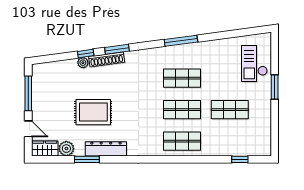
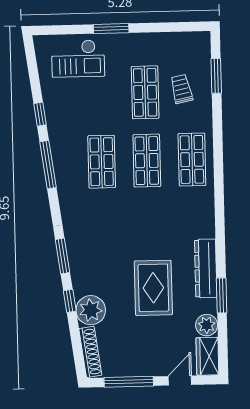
window: (216, 36) -> (40, 114), added
shoe rack: (107, 59) -> (90, 352), moved
plant: (83, 63) -> (91, 310), width x1.87, depth x1.87
trolley: (231, 135) -> (181, 89), added
window: (240, 159) -> (216, 76), width x1.50

